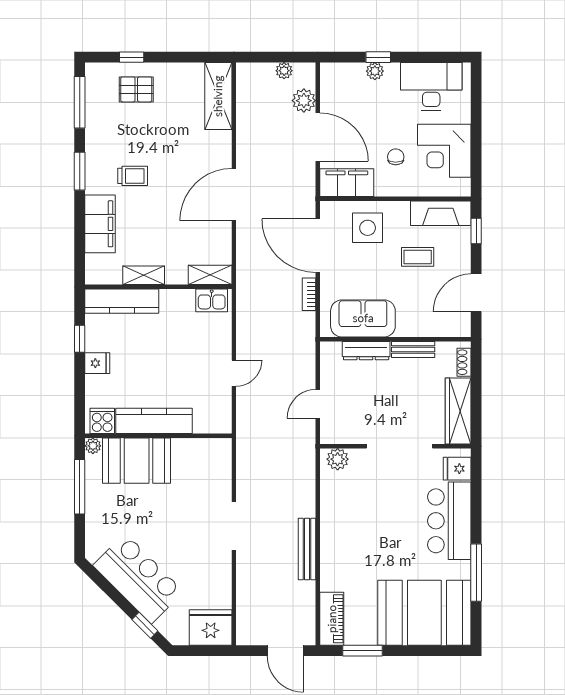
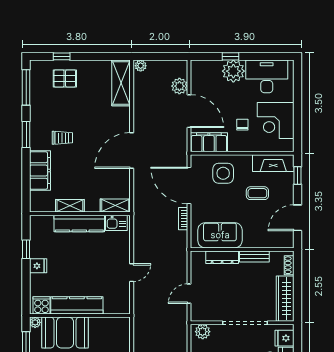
plant: (284, 71) -> (141, 66), moved
plant: (375, 71) -> (233, 71), width x1.88, depth x1.88
kitchen counter: (122, 301) -> (79, 223), moved

